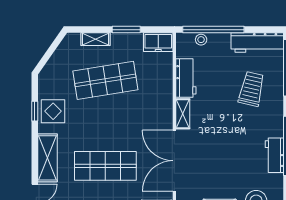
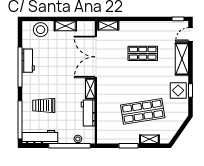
freezer: (158, 42) -> (107, 137), removed
trolley: (251, 89) -> (44, 106), turned 77
double door: (174, 161) -> (96, 57), swing flipped
shop shelf: (105, 166) -> (143, 53), width x0.70, depth x0.74

